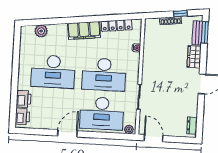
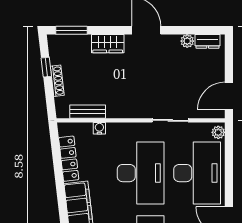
bench: (197, 33) -> (88, 112), moved
plant: (193, 112) -> (187, 41), added

